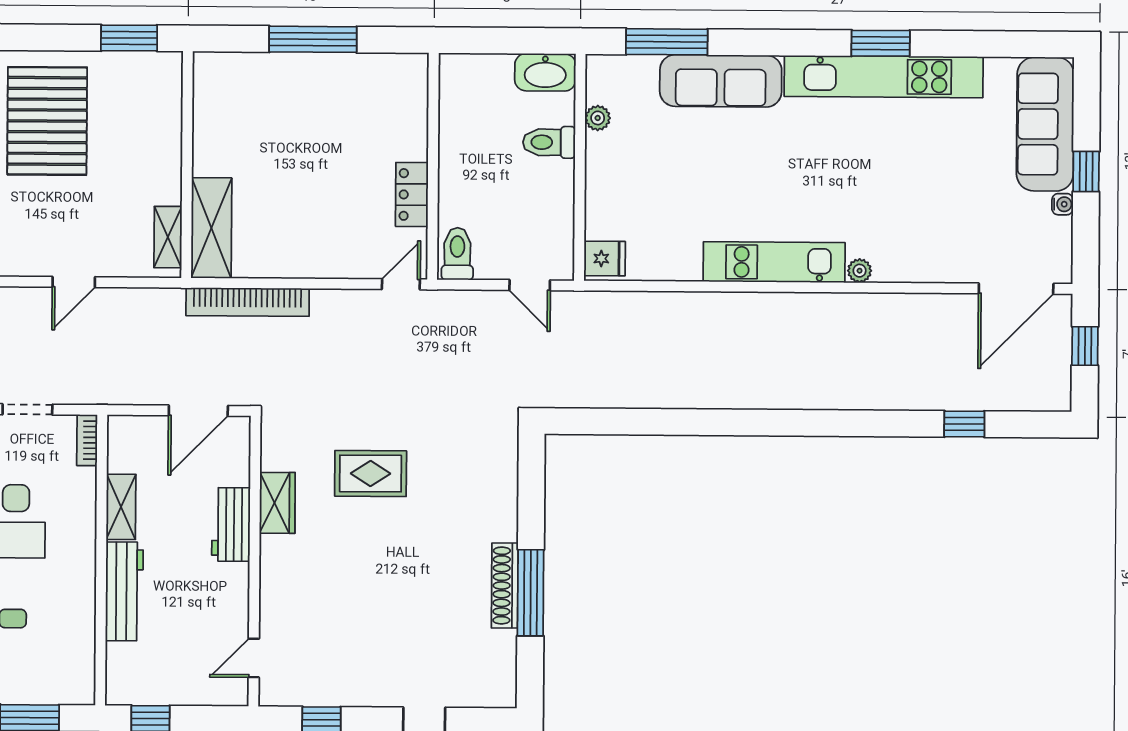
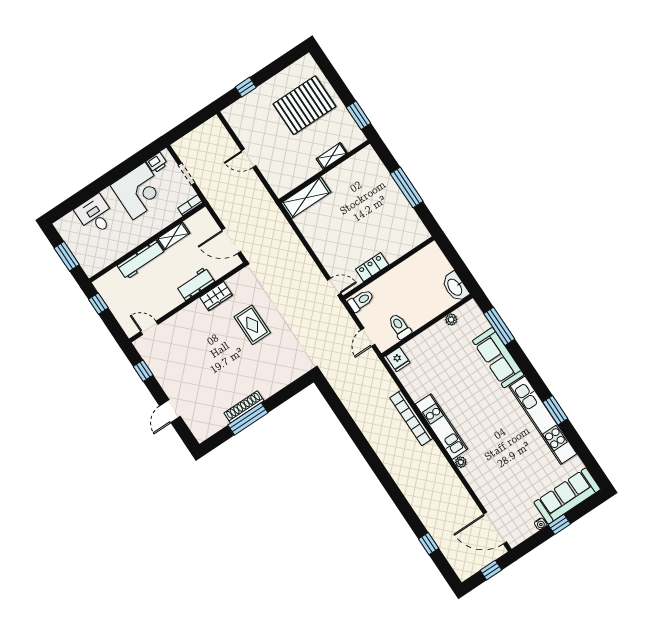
toilet: (549, 142) -> (400, 326), moved
shelving: (168, 237) -> (332, 156), moved
bookcase: (248, 302) -> (411, 418), moved

